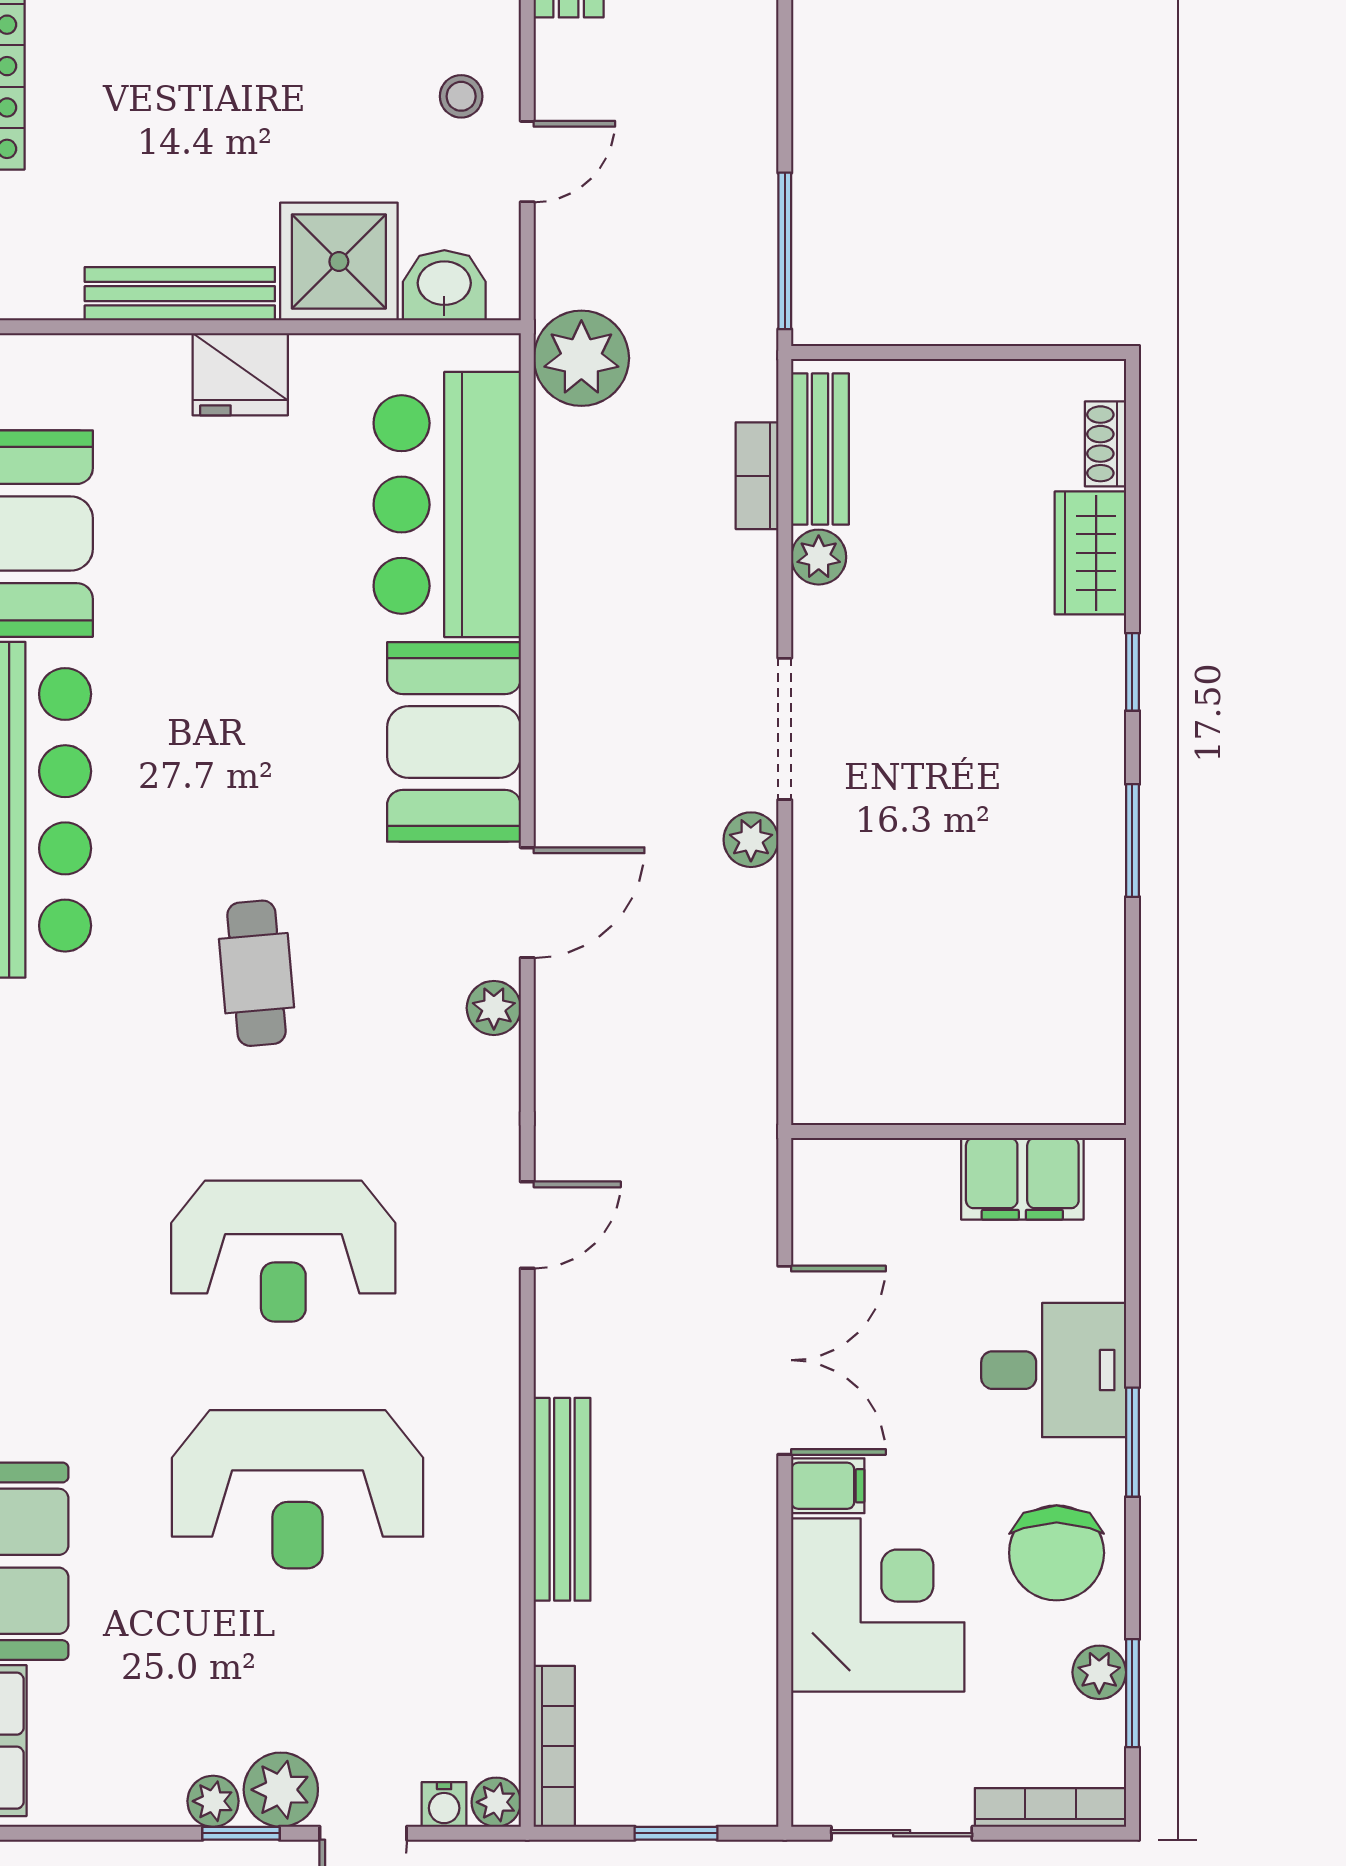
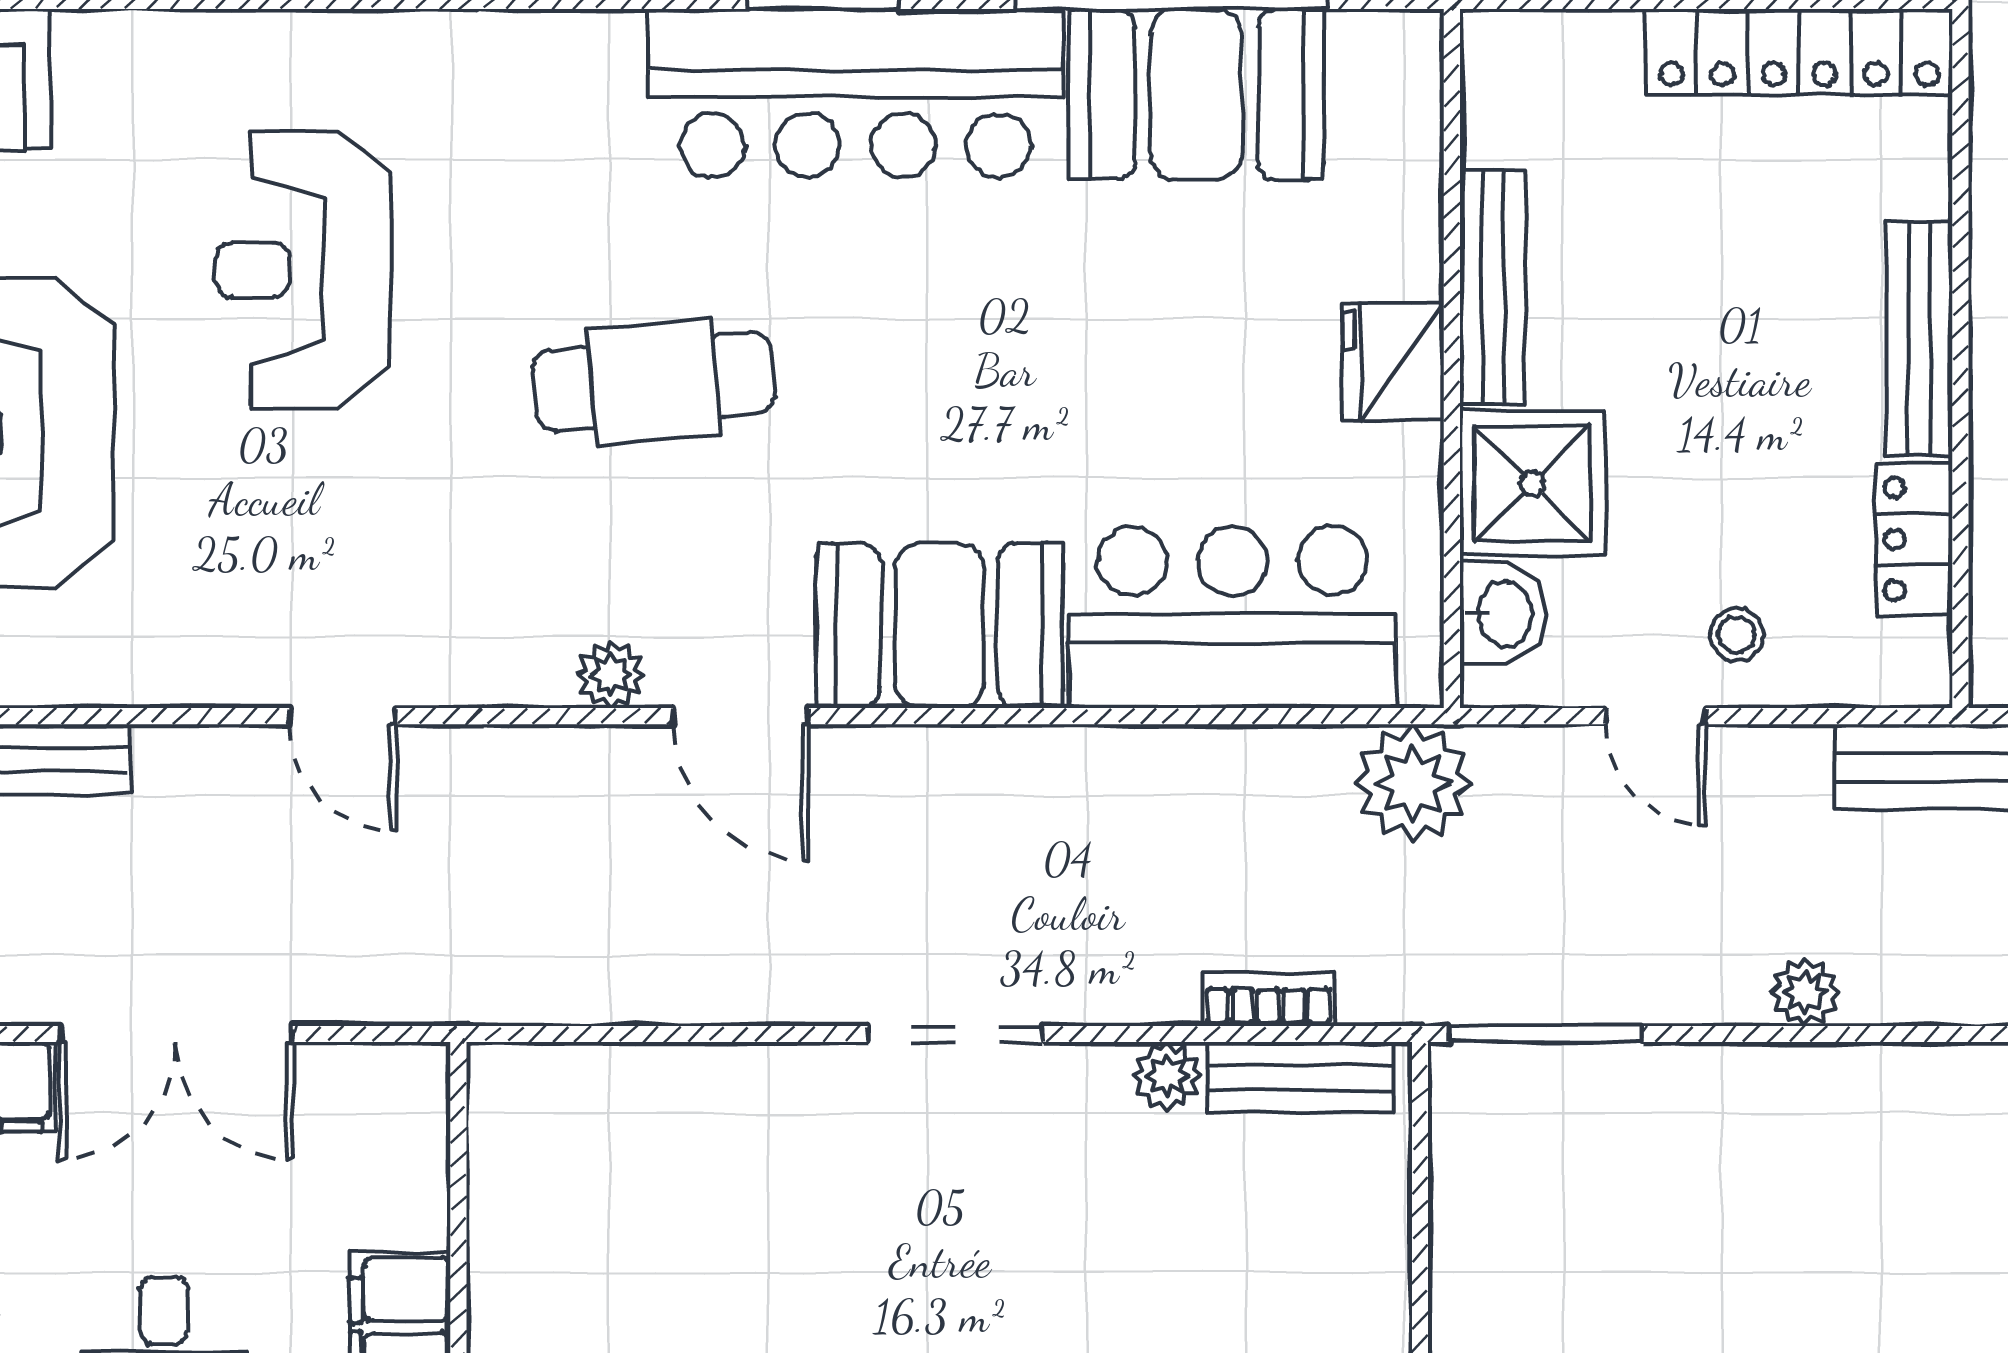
plant: (751, 840) -> (1805, 992), moved
cafe table: (256, 973) -> (654, 382), width x1.37, depth x1.35
reception desk: (283, 1251) -> (303, 270), moved

